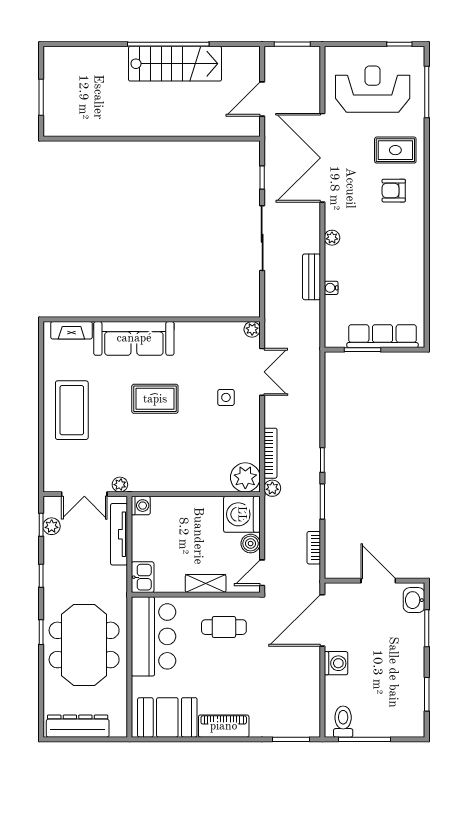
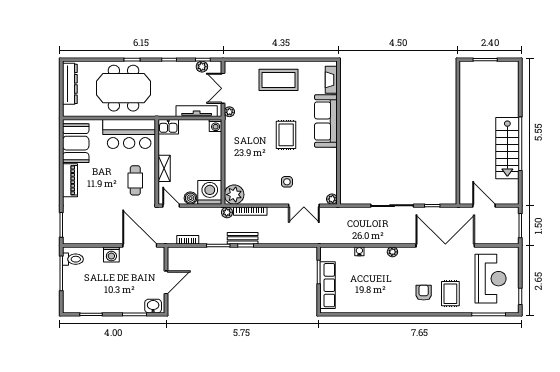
bench: (311, 277) -> (243, 238), moved

